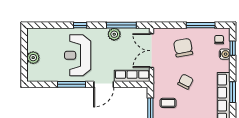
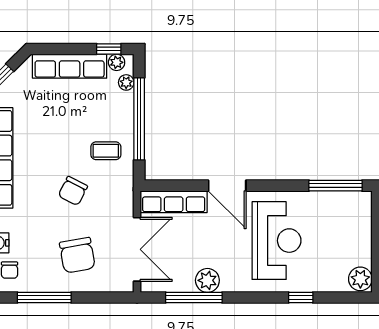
window: (80, 25) -> (301, 298), moved
plant: (33, 58) -> (360, 279), moved
window: (71, 84) -> (335, 186), moved
door: (104, 84) -> (227, 186), swing flipped

